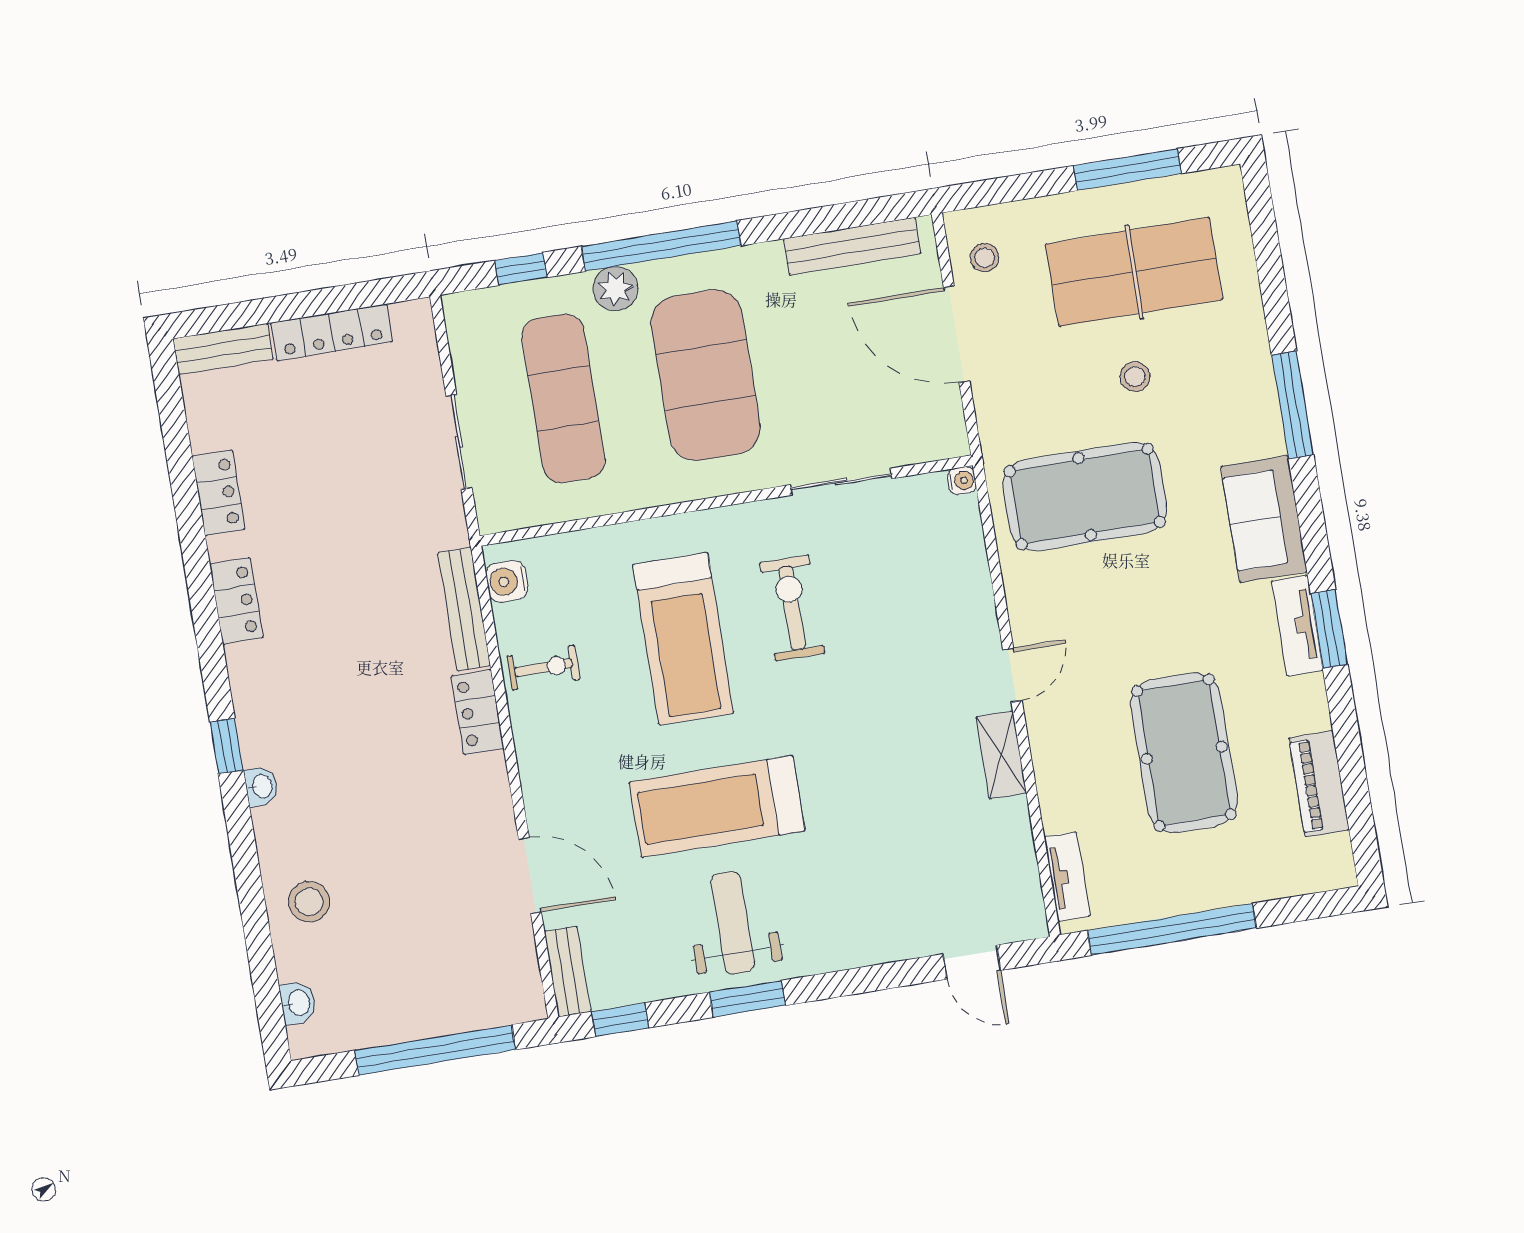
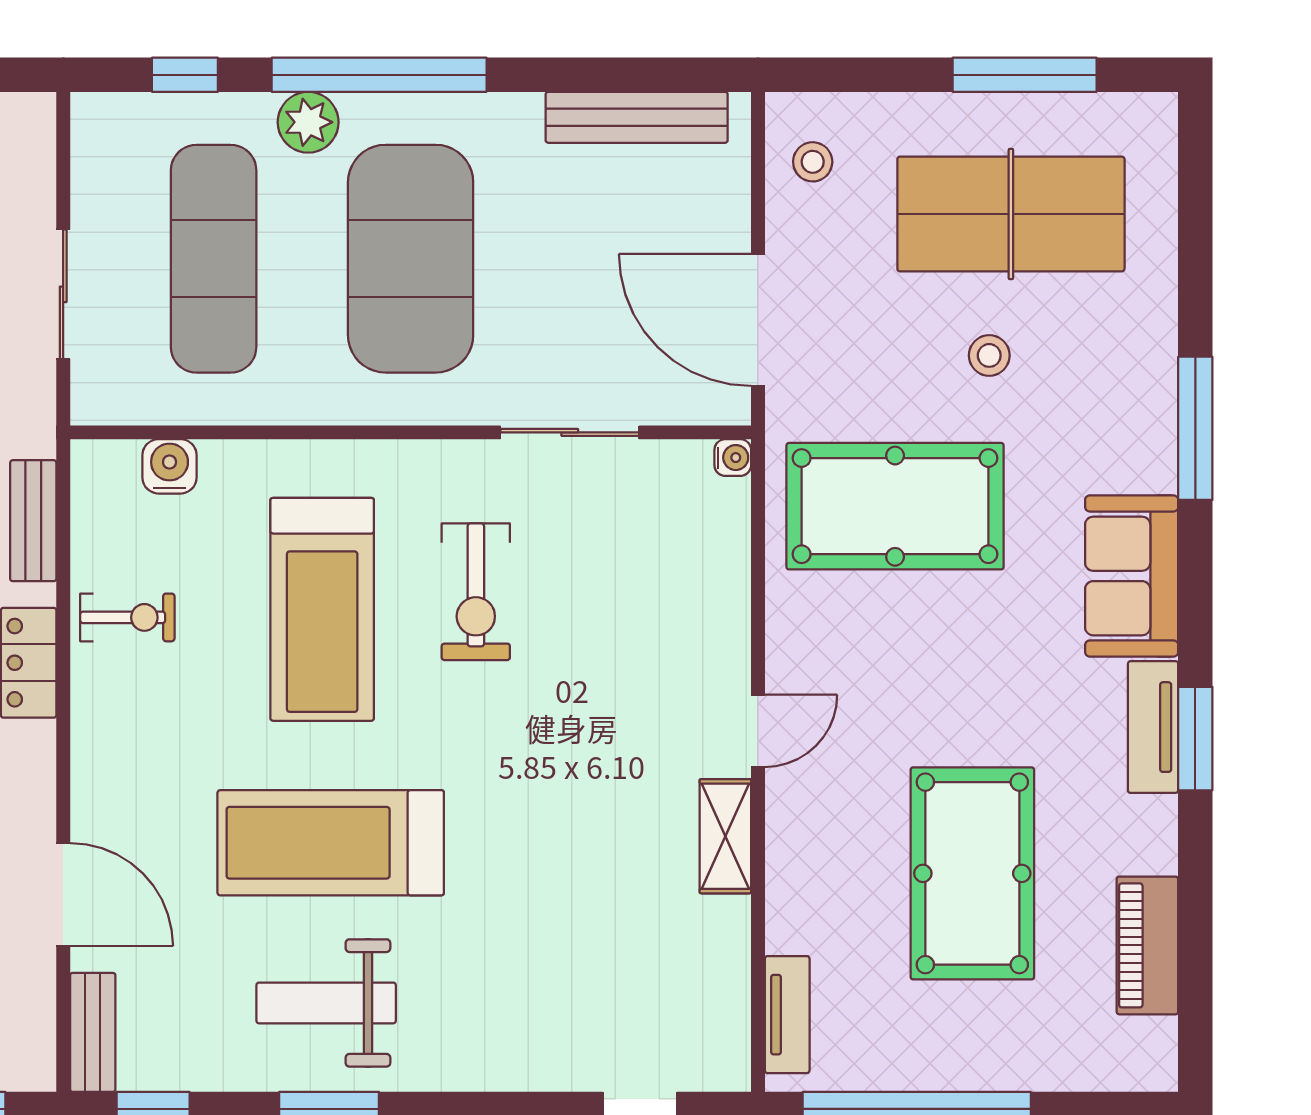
door: (957, 334) -> (758, 320), moved
water cooler: (507, 581) -> (170, 466), moved, turned 90
exercise bike: (792, 608) -> (476, 592), turned 180
bench: (464, 609) -> (33, 521), width x0.73
weight bench: (733, 923) -> (326, 1003), turned -90

